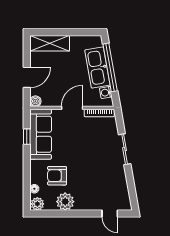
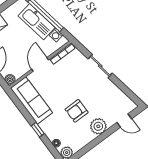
window: (27, 137) -> (38, 130), moved
armchair: (57, 176) -> (77, 111), moved
plant: (65, 202) -> (98, 126), moved

